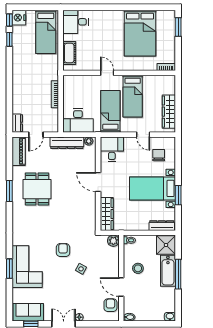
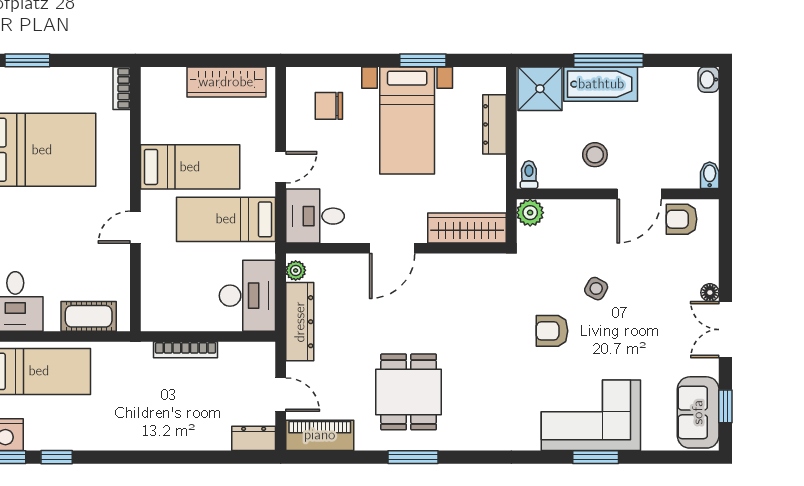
door: (143, 135) -> (281, 167), moved
dining table: (37, 189) -> (409, 392), turned 90
dresser: (162, 226) -> (495, 124), moved

